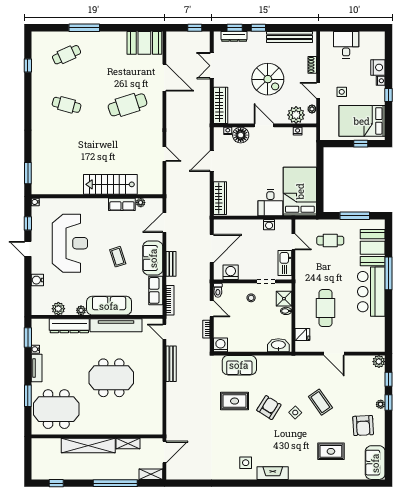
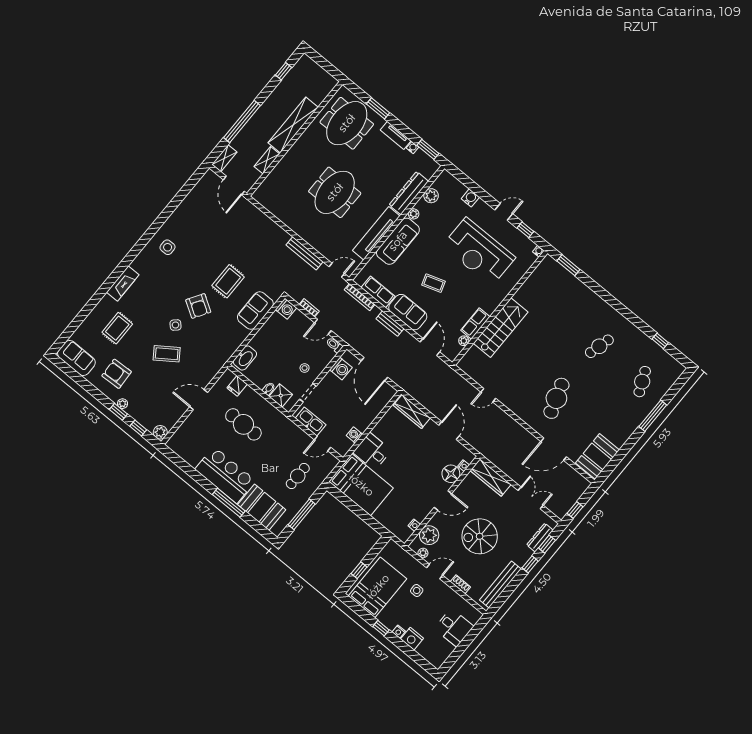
fireplace: (273, 473) -> (123, 284), moved

